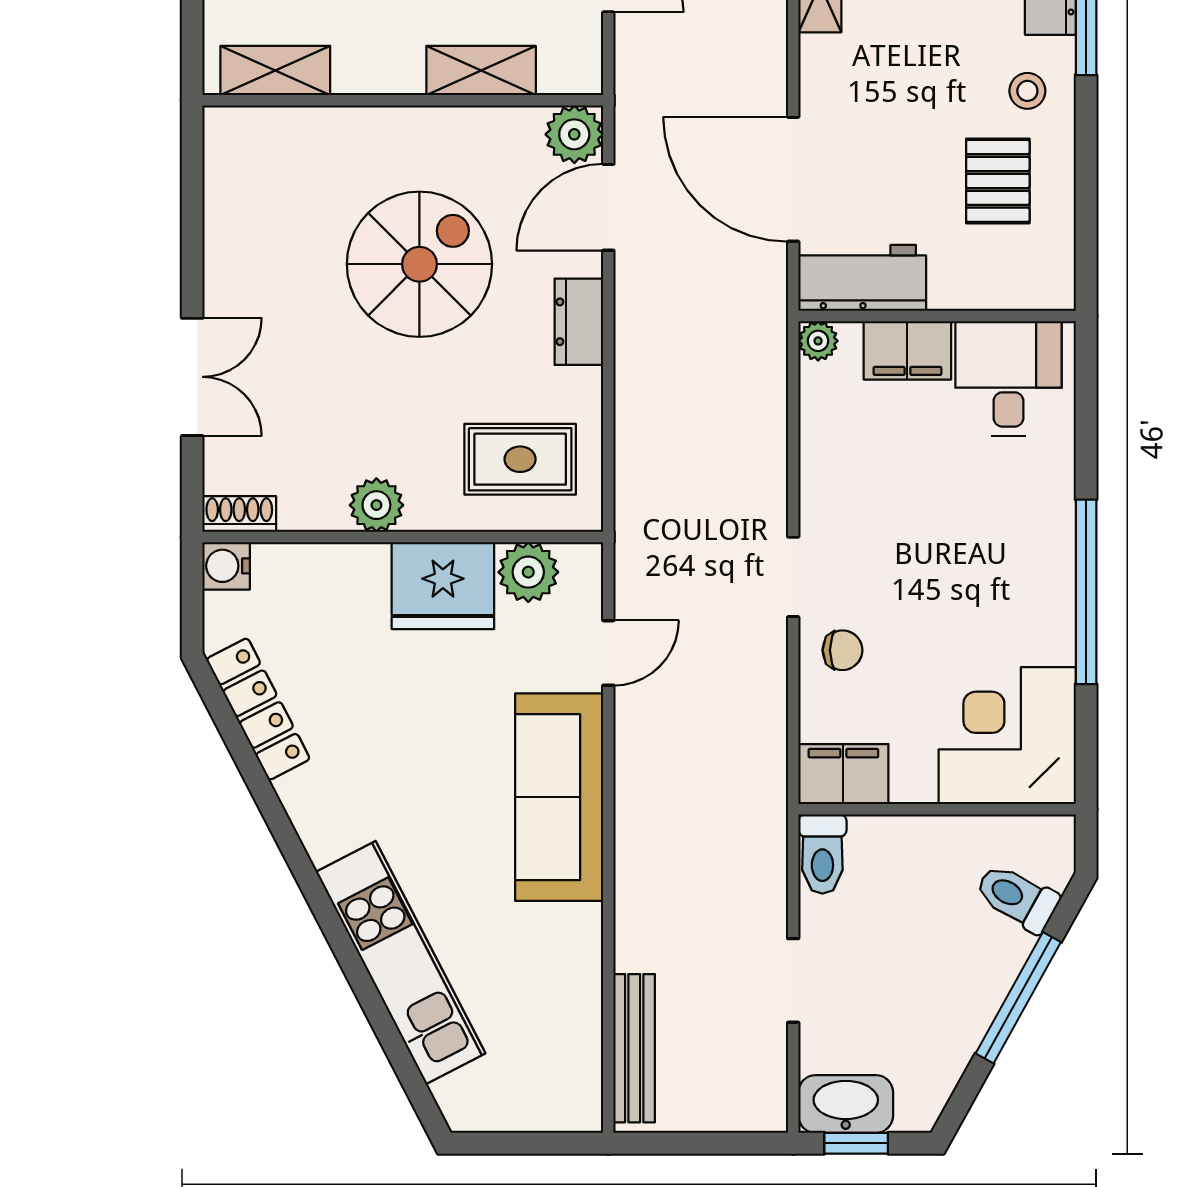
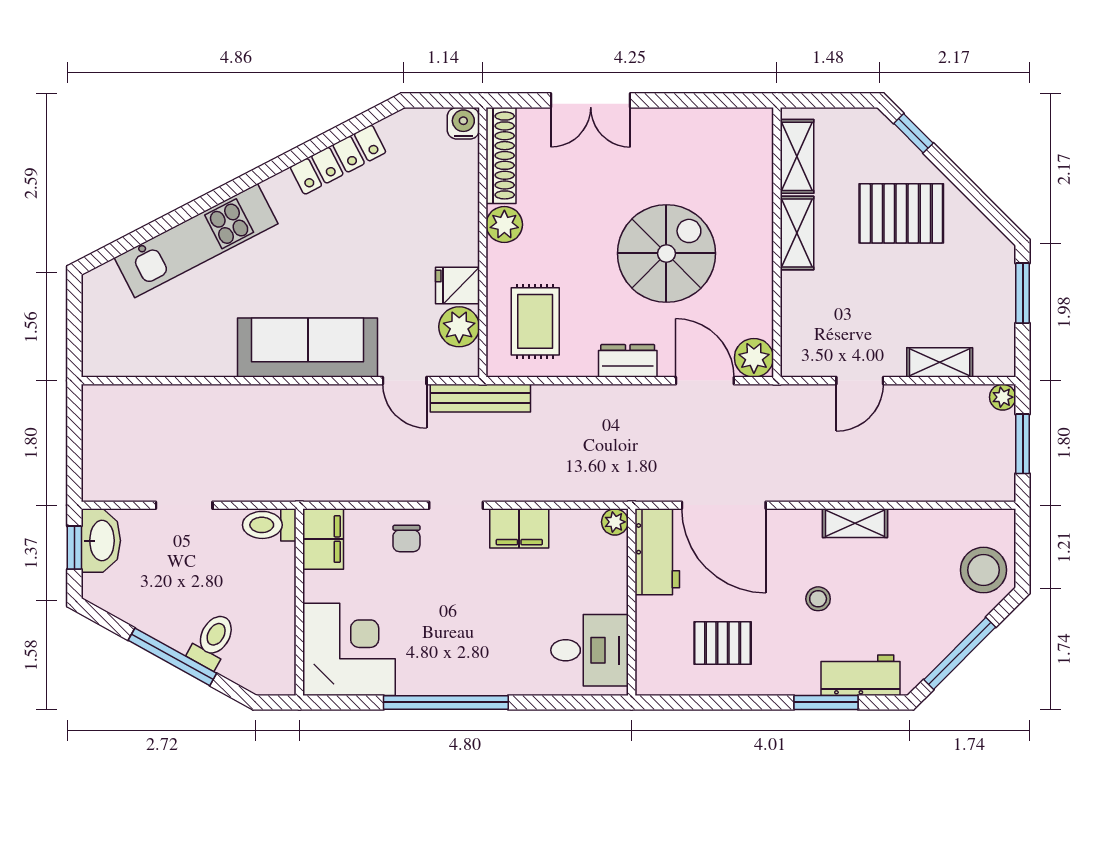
shelving: (481, 71) -> (797, 233), moved
stool: (1027, 91) -> (818, 599), moved
door: (793, 179) -> (724, 505), swing flipped
spiral stairs: (419, 264) -> (666, 253), turned -90
filing cabinet: (907, 350) -> (519, 528), moved, turned -90
shoe rack: (239, 514) -> (501, 155), width x1.94, depth x1.24
fridge: (443, 586) -> (457, 286), width x0.53, depth x0.75
locker: (258, 709) -> (338, 160), moved
toilet: (1017, 898) -> (212, 641), moved
bench: (634, 1048) -> (480, 398), moved

